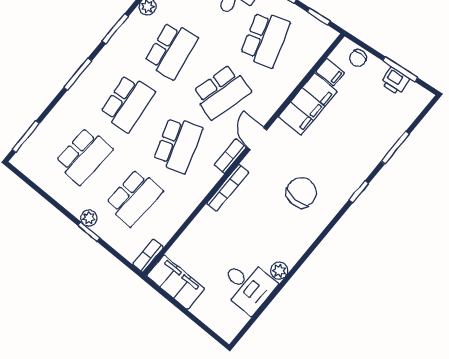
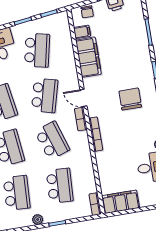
school desk: (265, 39) -> (37, 50), turned 30
plant: (89, 218) -> (38, 220), moved

